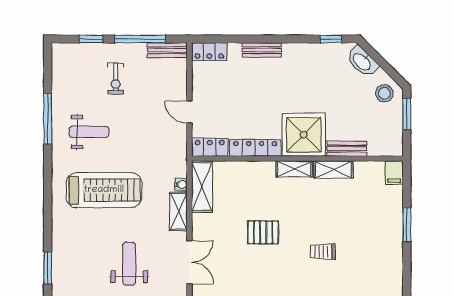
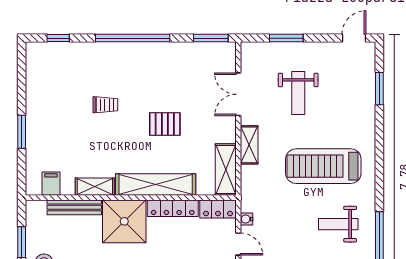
bench: (347, 149) -> (74, 207), width x1.36
shelving: (294, 169) -> (156, 184), width x2.20, depth x1.33
filing cabinet: (394, 173) -> (51, 184), moved
water cooler: (181, 184) -> (247, 219), moved

